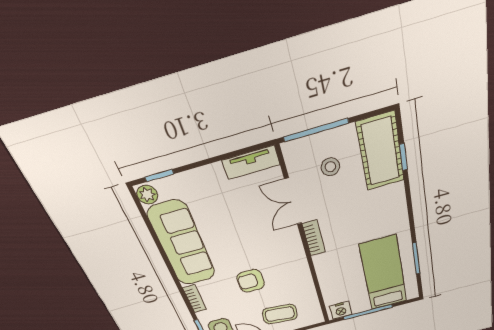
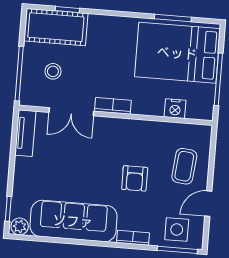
bed: (384, 274) -> (177, 53), width x1.50
nightstand: (341, 310) -> (175, 109), moved, turned 90

